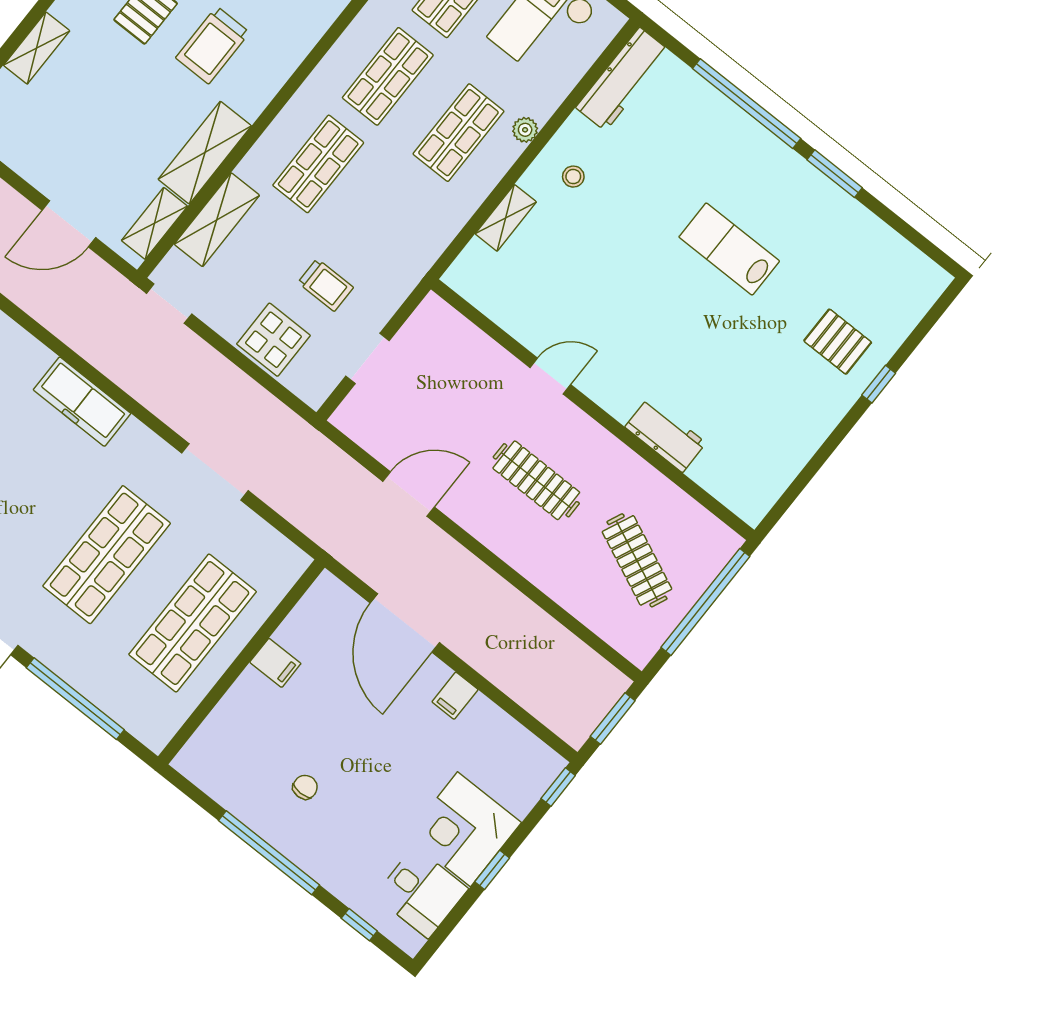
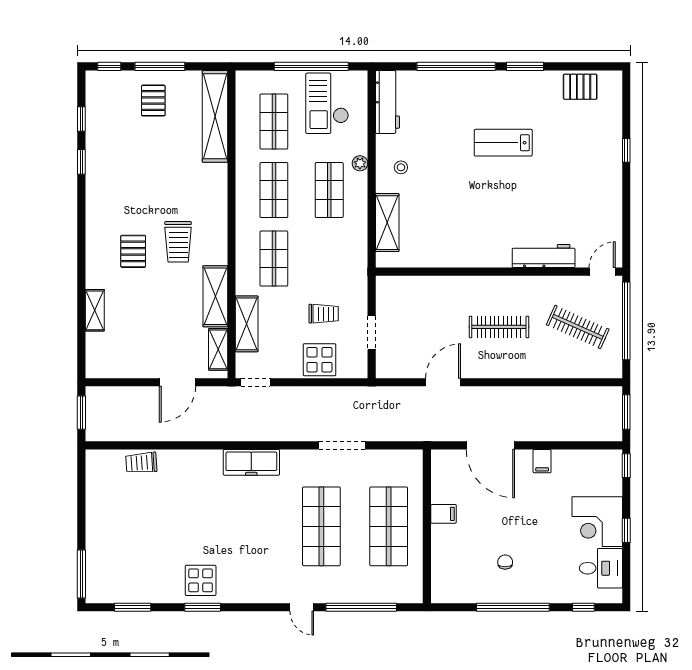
shelving: (506, 218) -> (387, 223), width x1.50, depth x1.33
pallet: (838, 342) -> (580, 87), moved
door: (550, 376) -> (602, 272), moved
workbench: (666, 435) -> (544, 256), width x1.38

